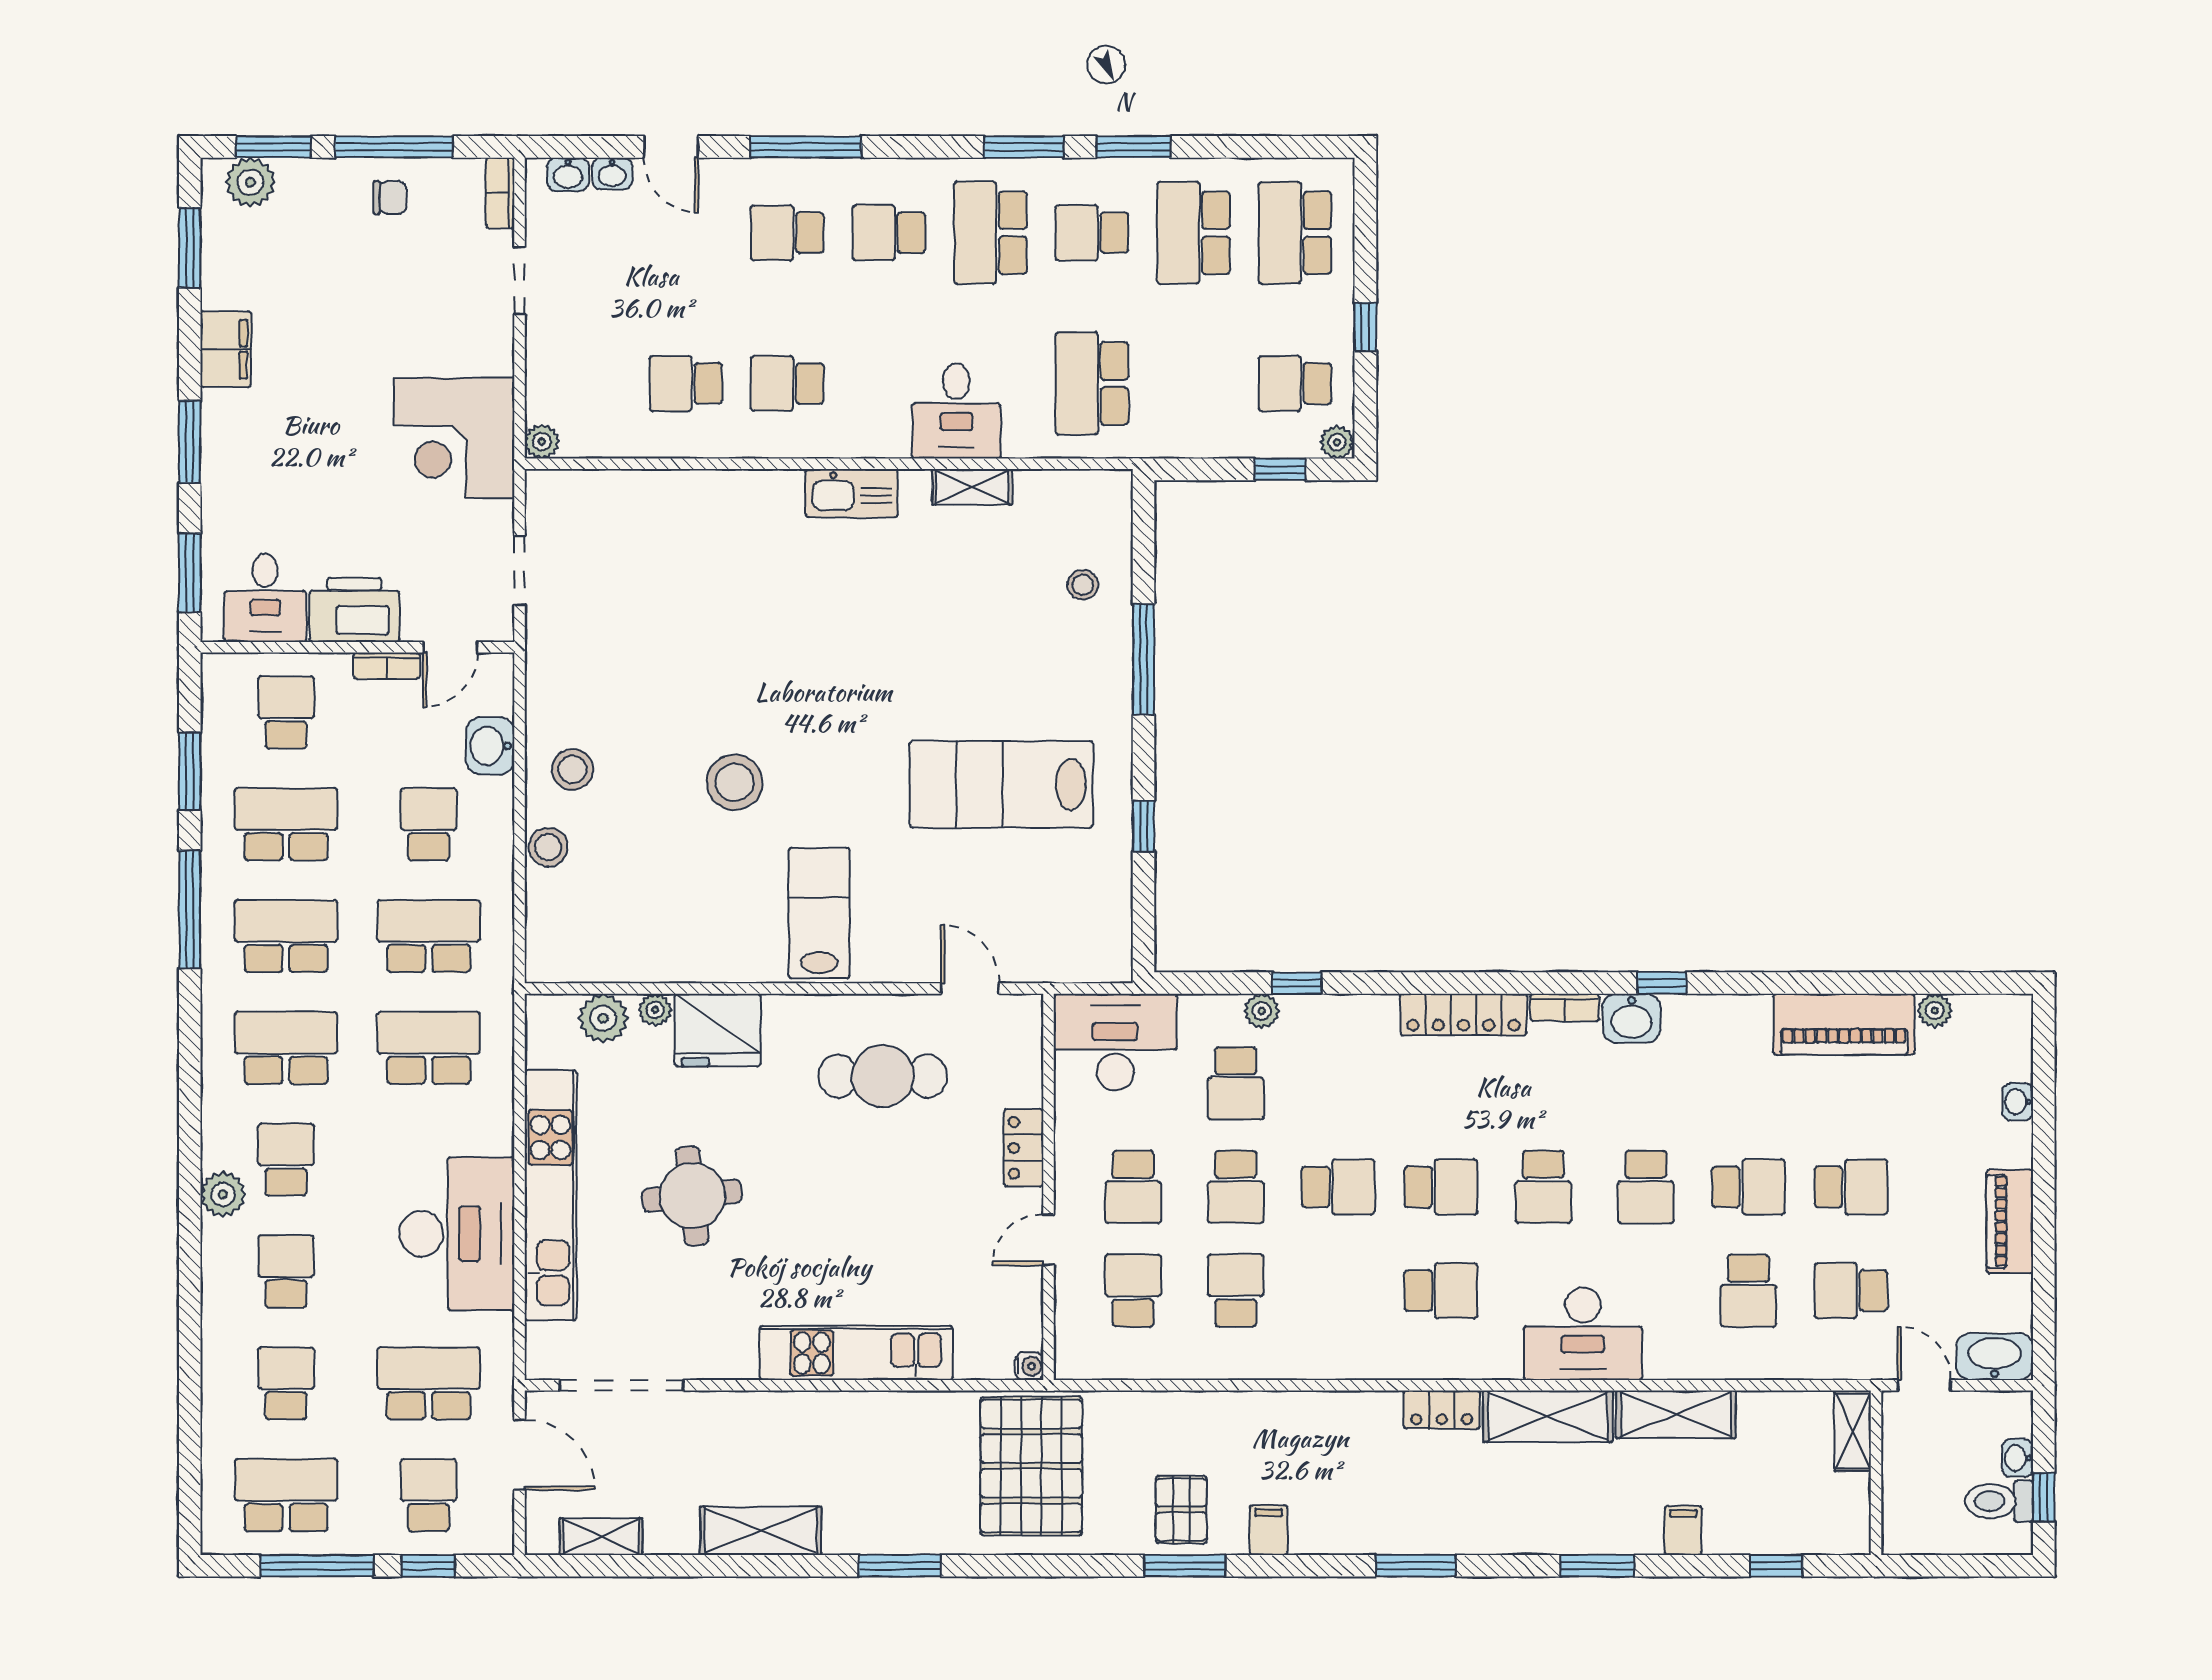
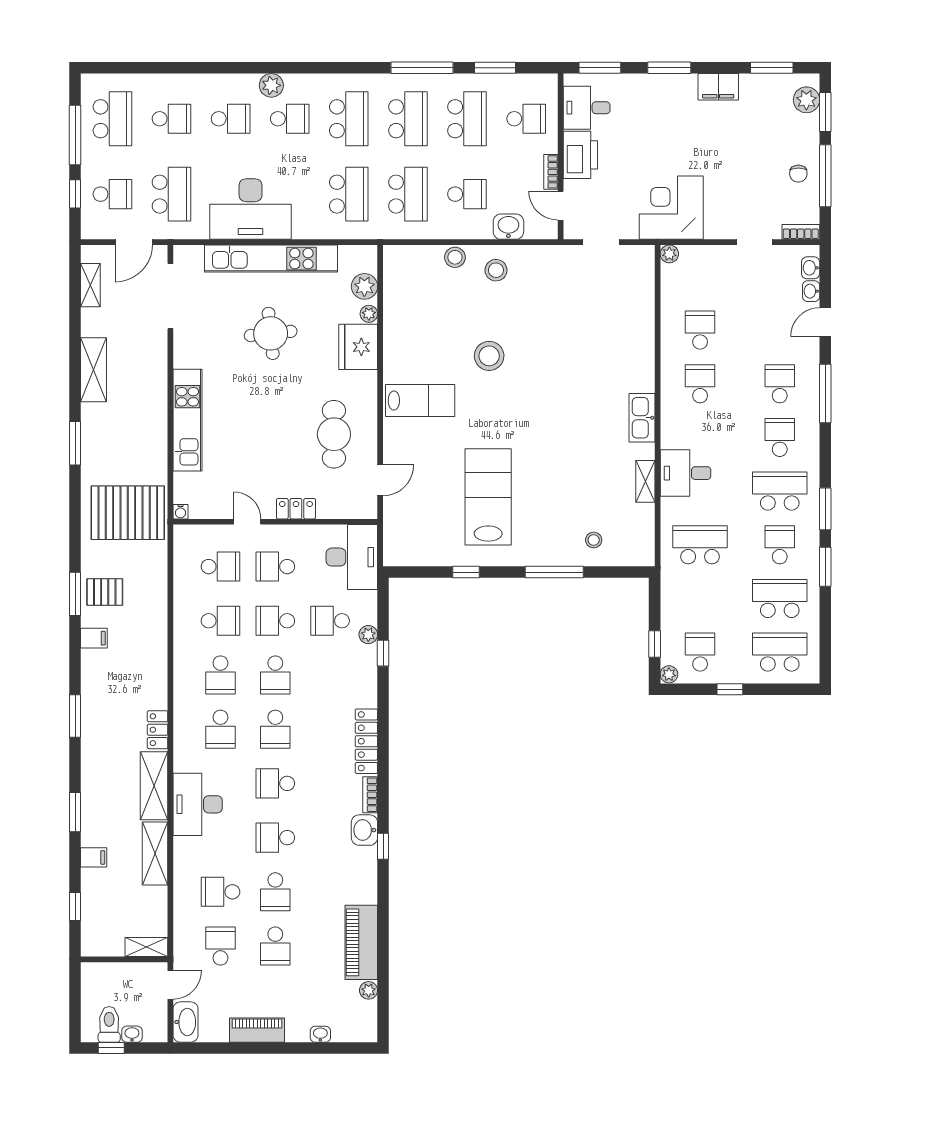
school desk: (1338, 1291) -> (220, 675), added

